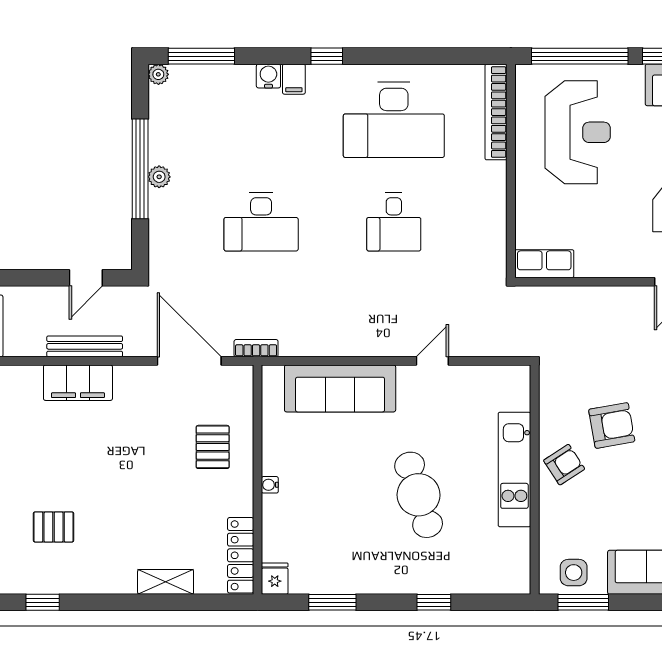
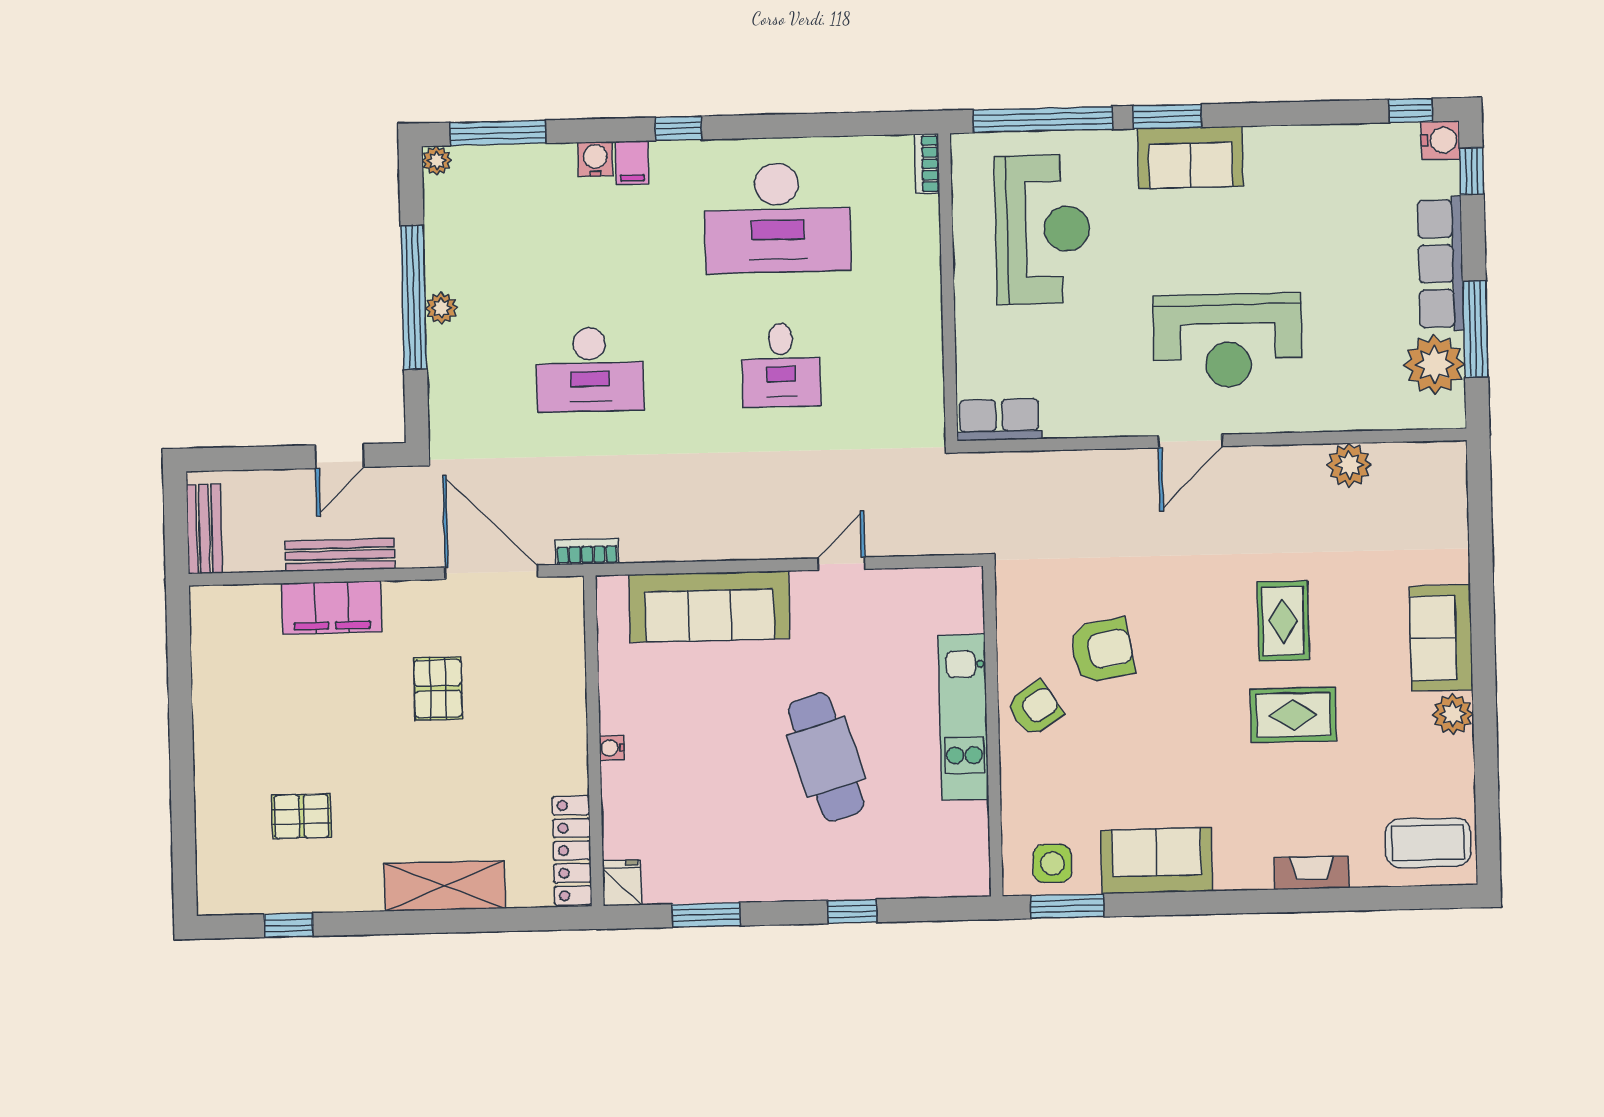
bookcase: (496, 112) -> (927, 164), width x0.43, depth x0.76
pallet: (213, 447) -> (438, 688), moved
shelving: (166, 582) -> (445, 886), width x1.50, depth x1.33

